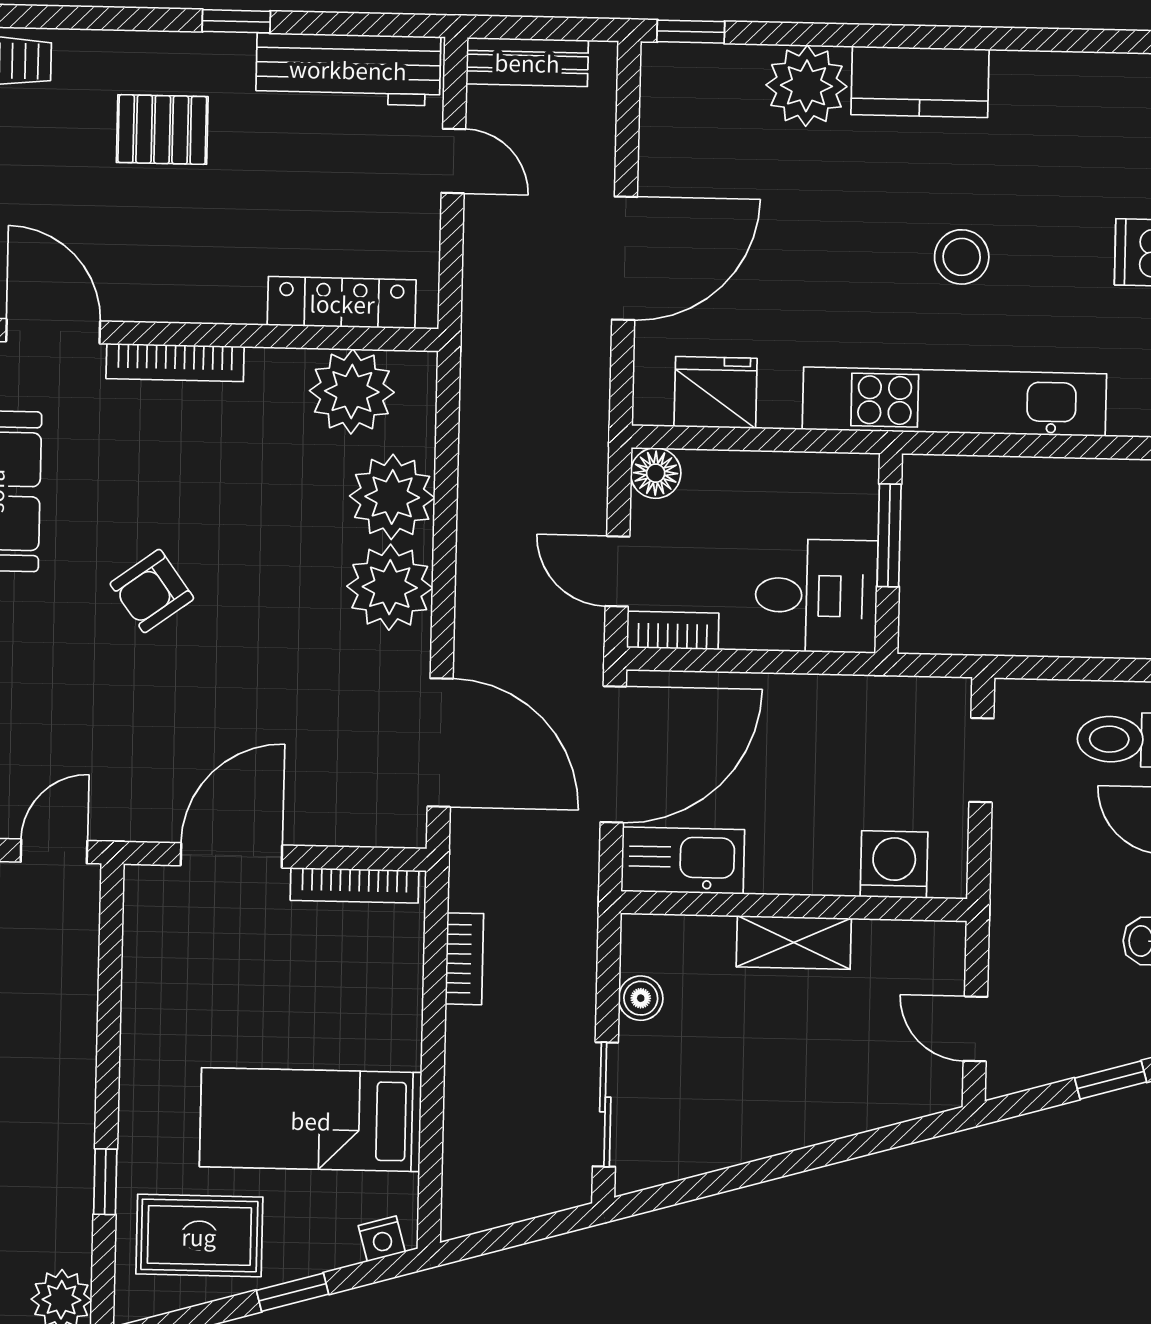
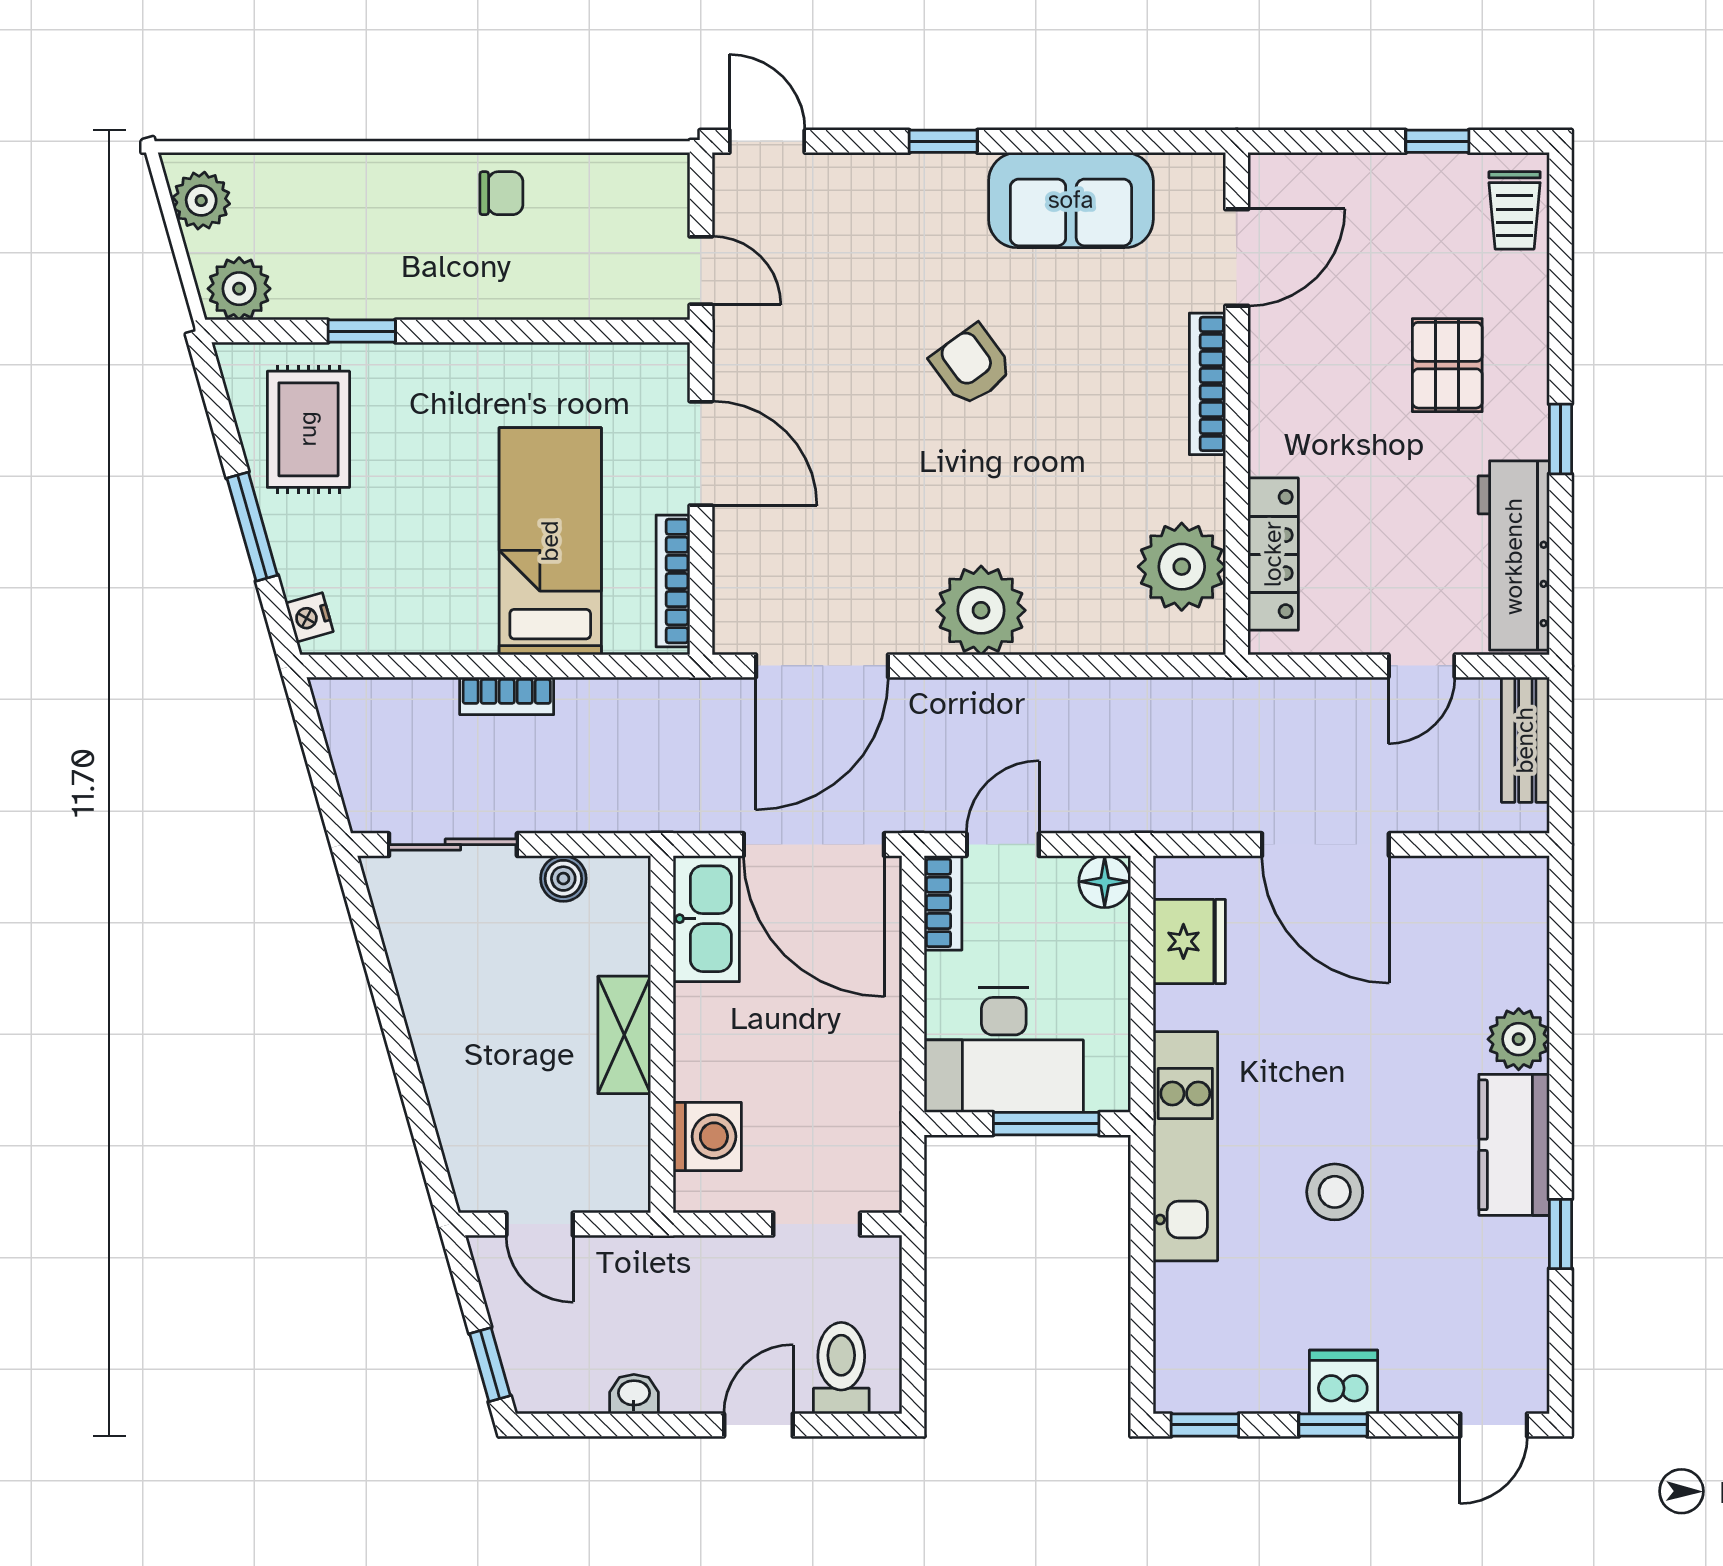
window: (691, 32) -> (1560, 1234), moved
plant: (806, 86) -> (1519, 1039), width x0.73, depth x0.73
kitchen unit: (954, 402) -> (1185, 1146), width x0.73
plant: (392, 497) -> (1074, 611), removed
desk: (816, 596) -> (1004, 1050), width x1.37
bookcase: (464, 959) -> (507, 696), moved
door: (975, 1029) -> (540, 1224), swing flipped
bed: (311, 1120) -> (550, 541), moved
window: (293, 1292) -> (252, 527), width x1.50

